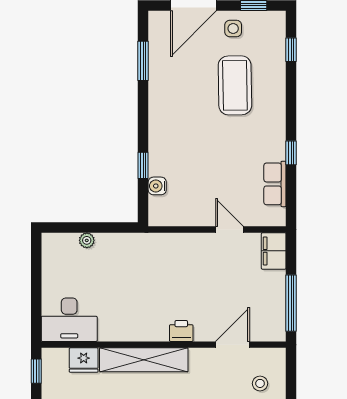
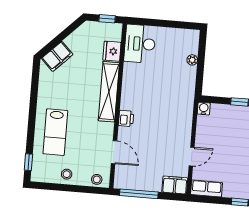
row of seats: (275, 184) -> (207, 188), moved
water cooler: (157, 186) -> (204, 109), moved
stool: (260, 383) -> (97, 179), moved

